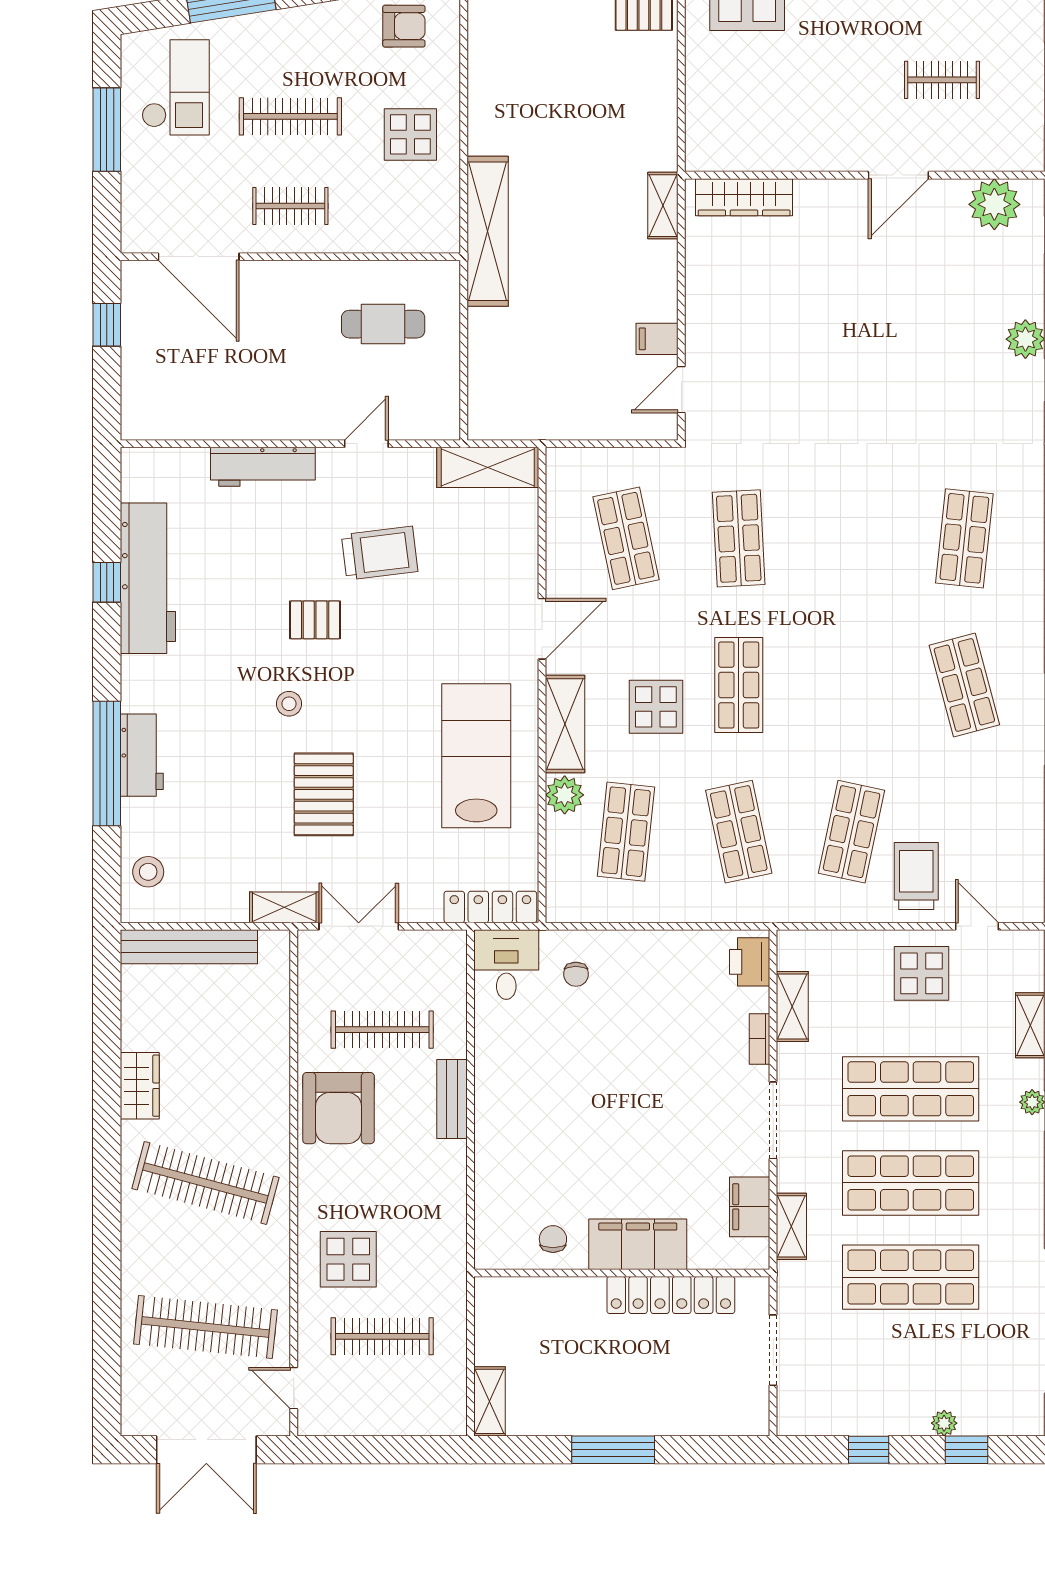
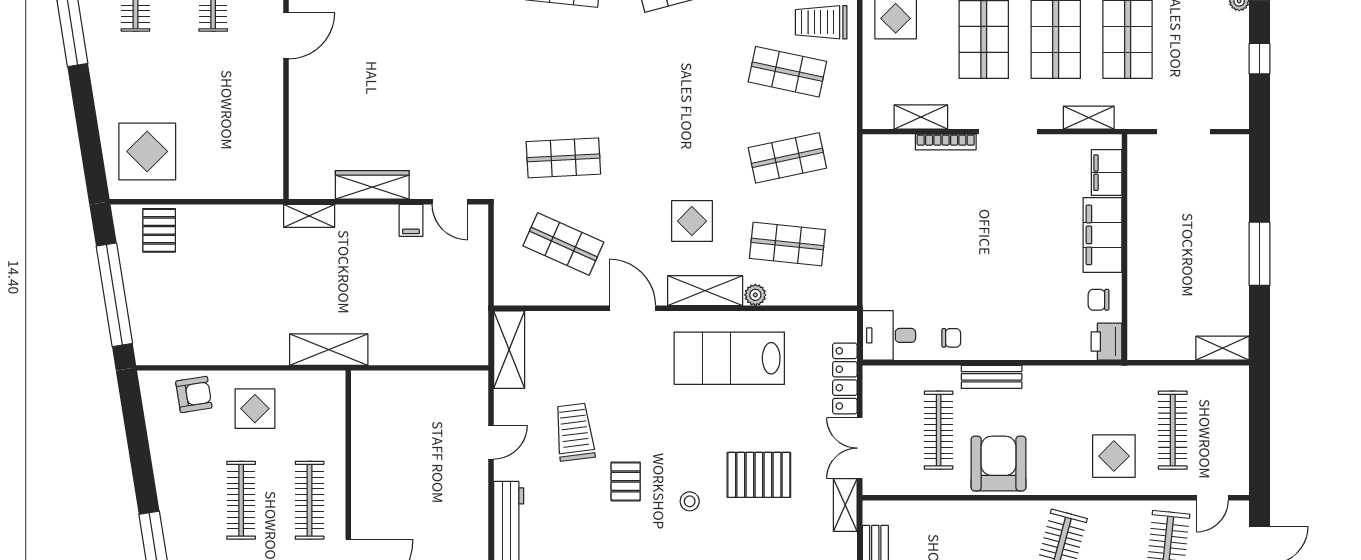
armchair: (404, 26) -> (194, 394), moved, turned 81
door: (898, 175) -> (286, 36), hinge flipped
wardrobe: (744, 197) -> (372, 185), moved, turned -90
clothes rail: (290, 206) -> (310, 500), width x1.36
shelving: (488, 231) -> (329, 350), width x0.68
cafe table: (383, 324) -> (400, 429), removed
door: (366, 444) -> (491, 442), swing flipped
shop shelf: (626, 538) -> (563, 244), turned 36
shop shelf: (739, 685) -> (675, 158), removed
plant: (565, 795) -> (755, 295), width x0.73, depth x0.73
locker: (490, 907) -> (845, 378), moved
printer: (750, 962) -> (1107, 342), moved, turned 90
chair: (576, 974) -> (951, 338), moved
bookcase: (759, 1039) -> (946, 142), width x1.56
armchair: (339, 1108) -> (999, 463), turned -90
filing cabinet: (750, 1207) -> (1107, 173), moved, turned 90
locker: (671, 1295) -> (1141, 210), removed

